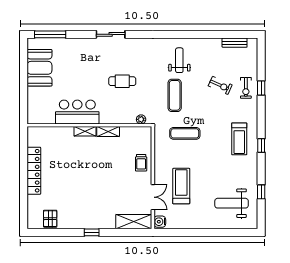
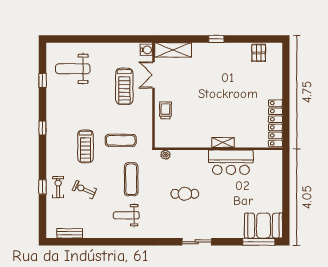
weight bench: (179, 60) -> (126, 215), turned 90
booth: (39, 68) -> (263, 226), moved, turned 90
shelving: (108, 131) -> (199, 142), removed
treadmill: (239, 139) -> (85, 146), moved, turned 180
locker: (34, 171) -> (275, 123), moved
weight bench: (232, 203) -> (73, 69), turned 180

